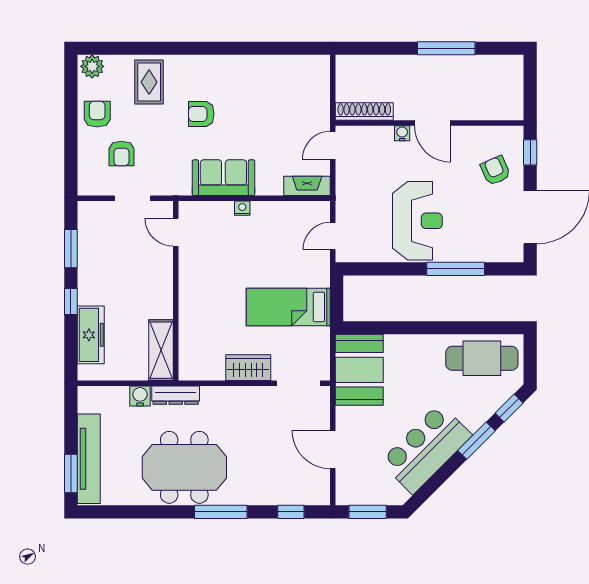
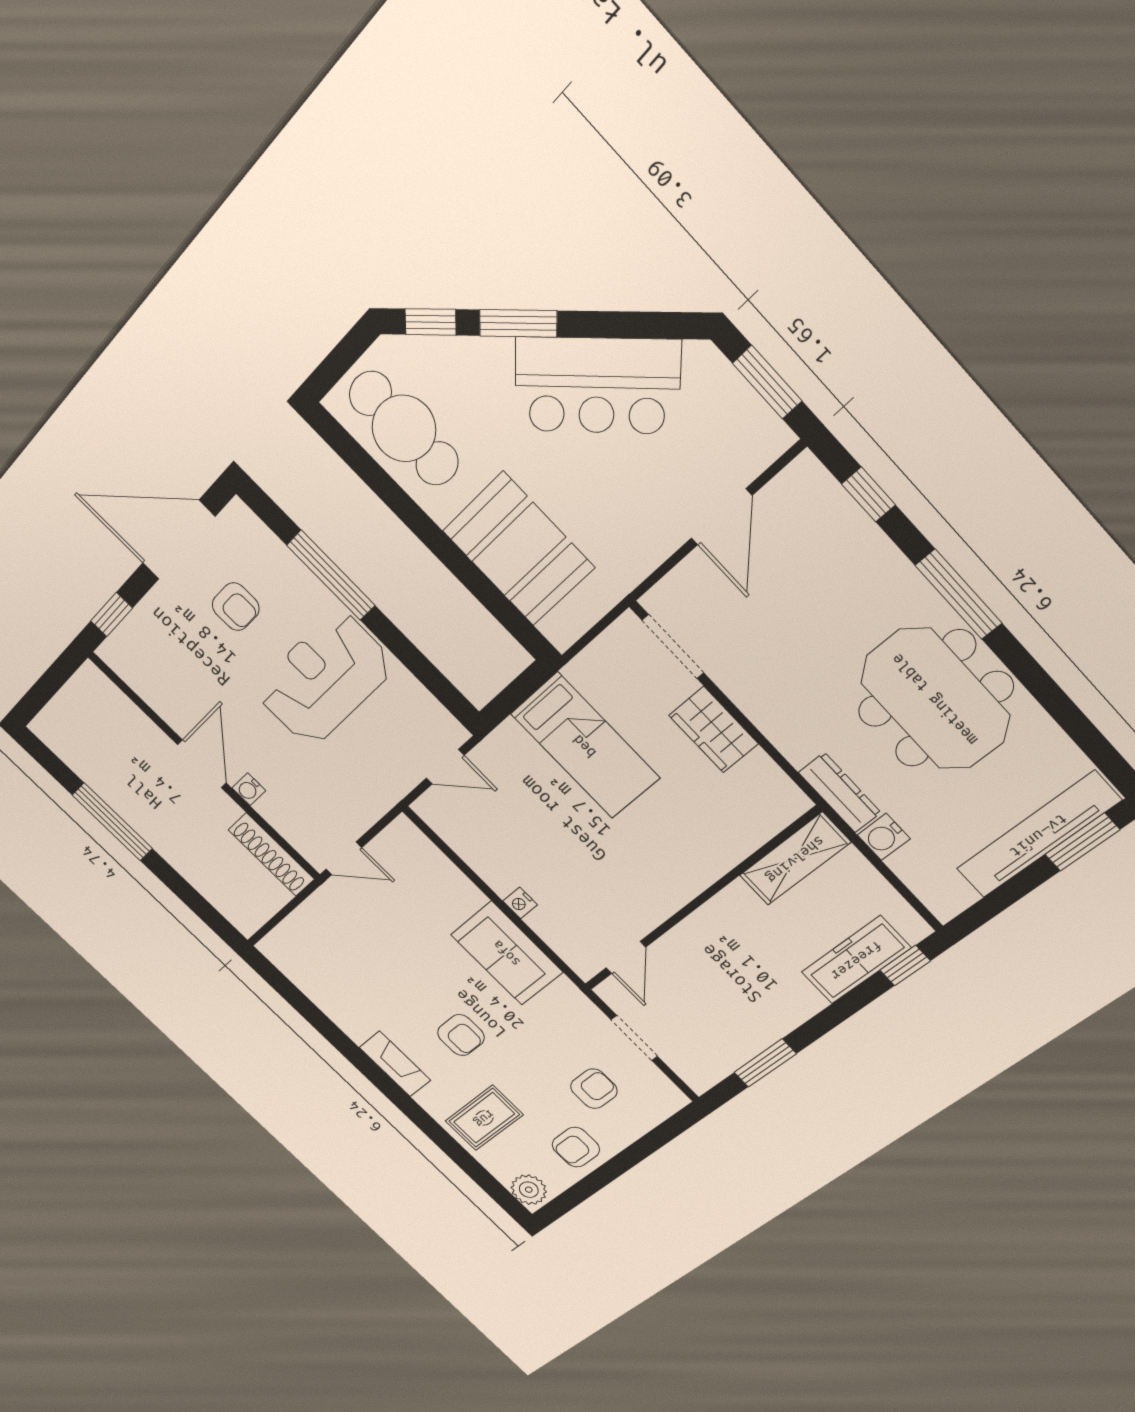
armchair: (495, 171) -> (236, 607), moved, turned -66
fireplace: (307, 186) -> (395, 1064), moved, turned 180
window: (71, 302) -> (905, 966), moved
booth: (359, 370) -> (518, 549), moved, turned 90

